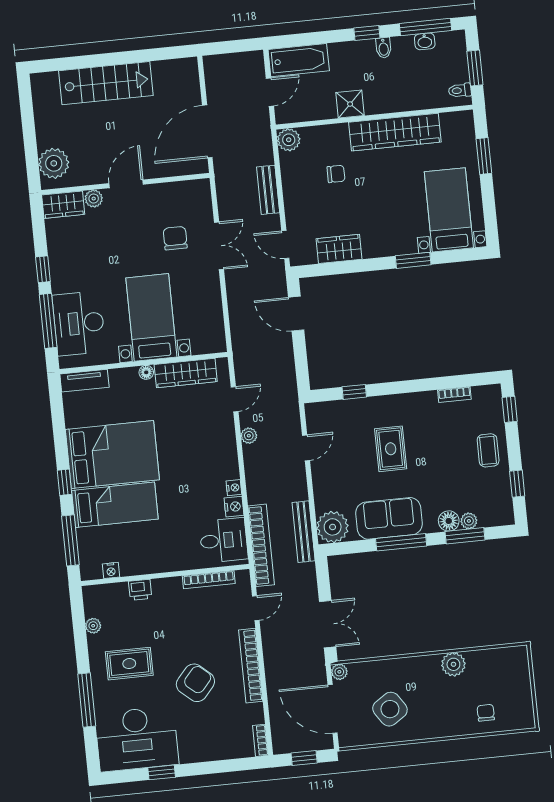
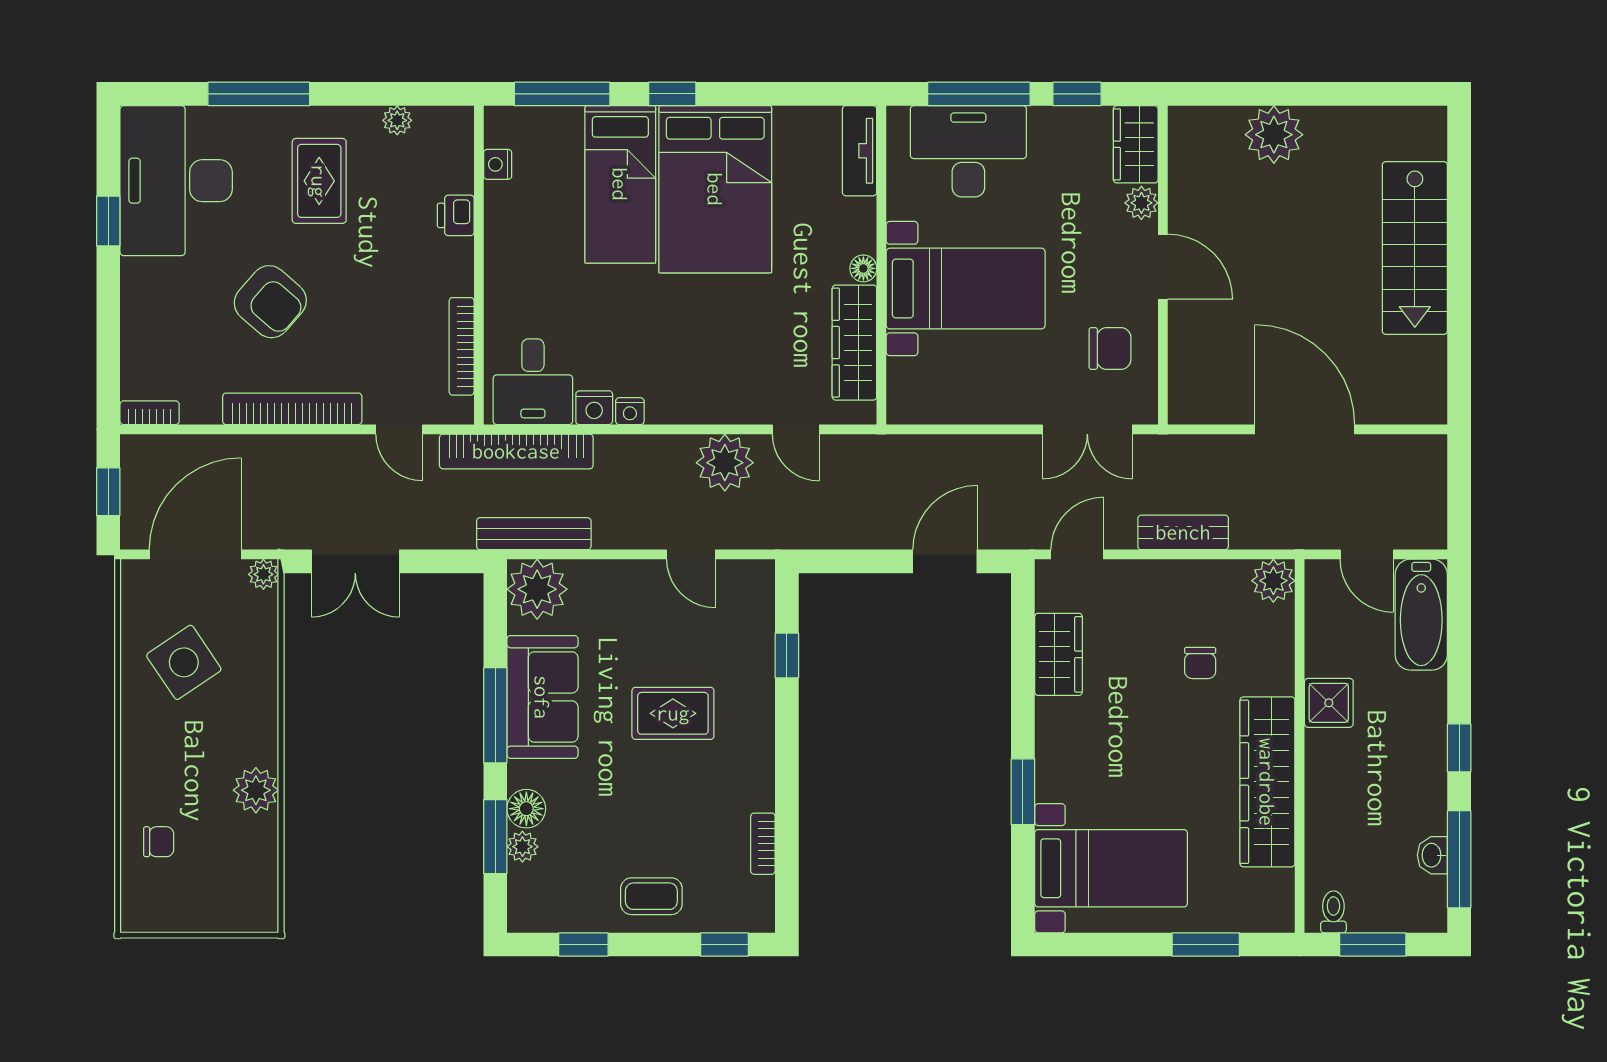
bidet: (384, 48) -> (1428, 777), removed
wall: (125, 184) -> (1163, 265), moved
door: (126, 184) -> (1163, 267), moved
plant: (94, 199) -> (1141, 203), moved
wardrobe: (63, 205) -> (1136, 144), moved
plant: (249, 436) -> (725, 463), width x1.88, depth x1.88

